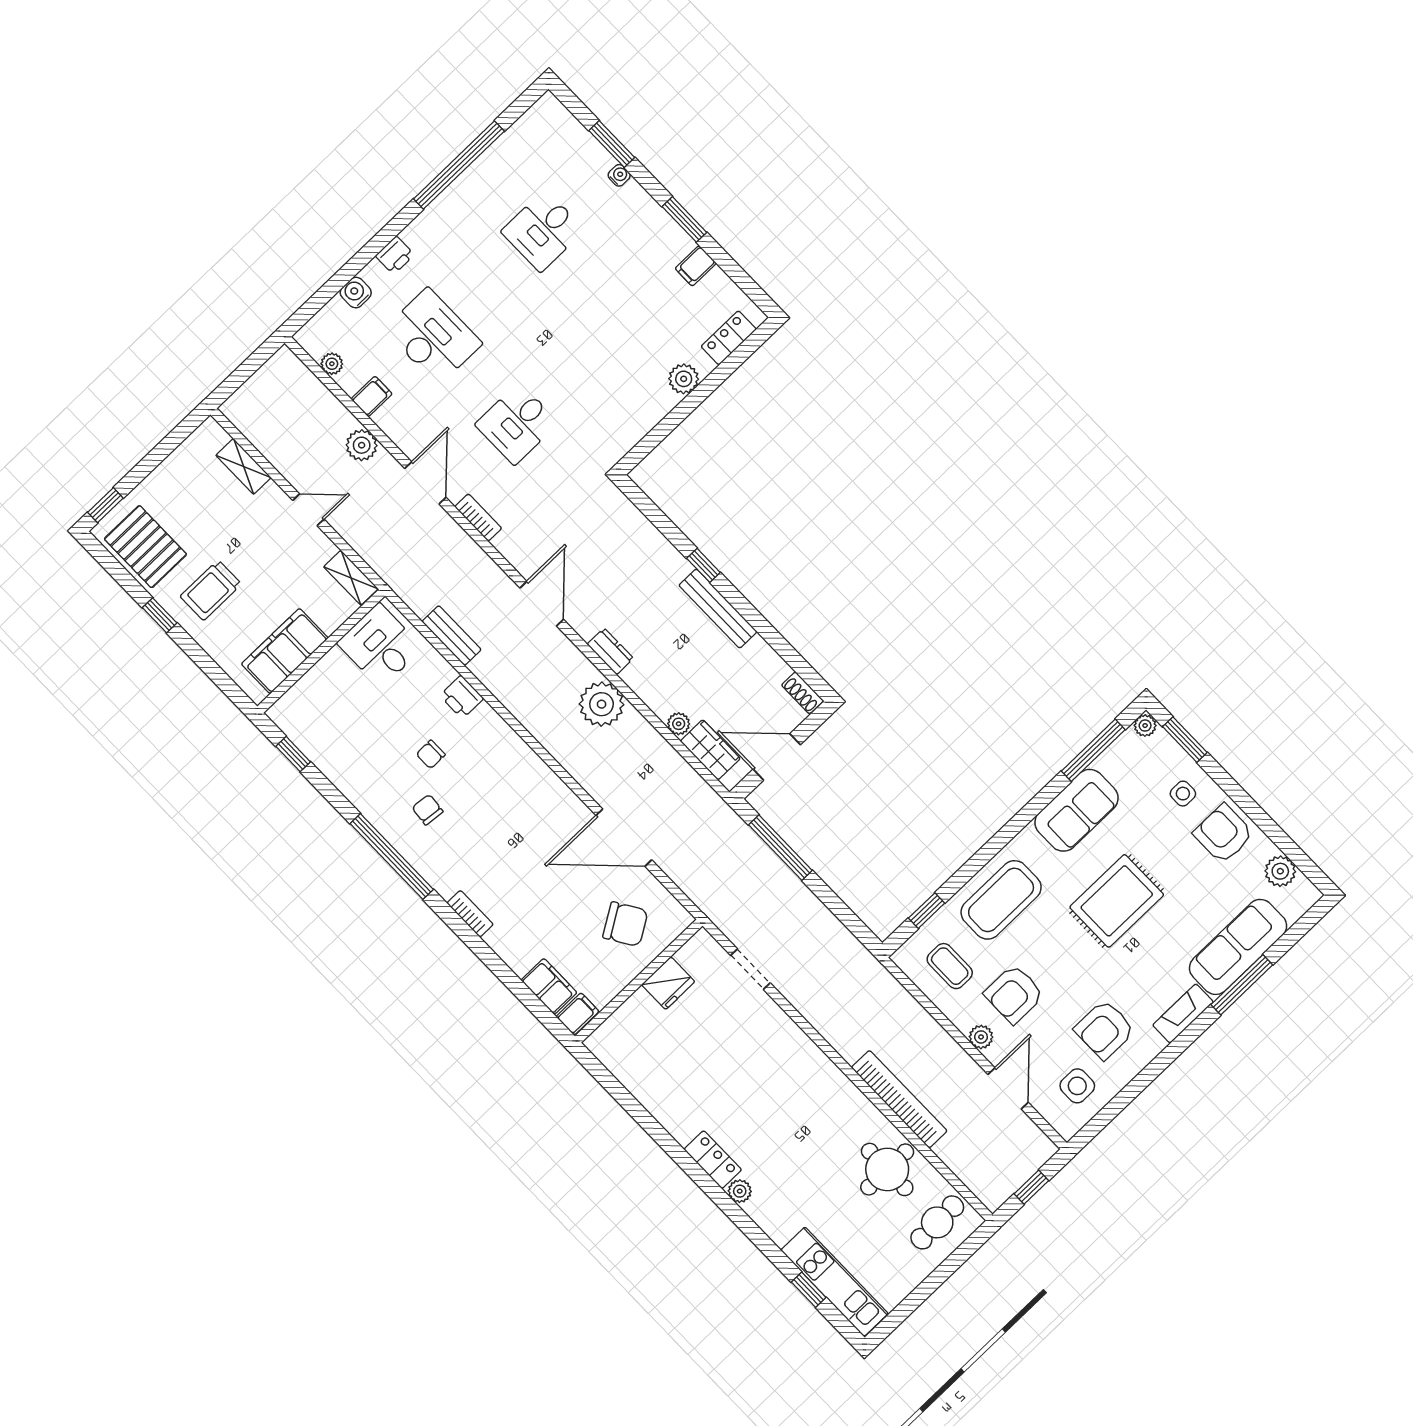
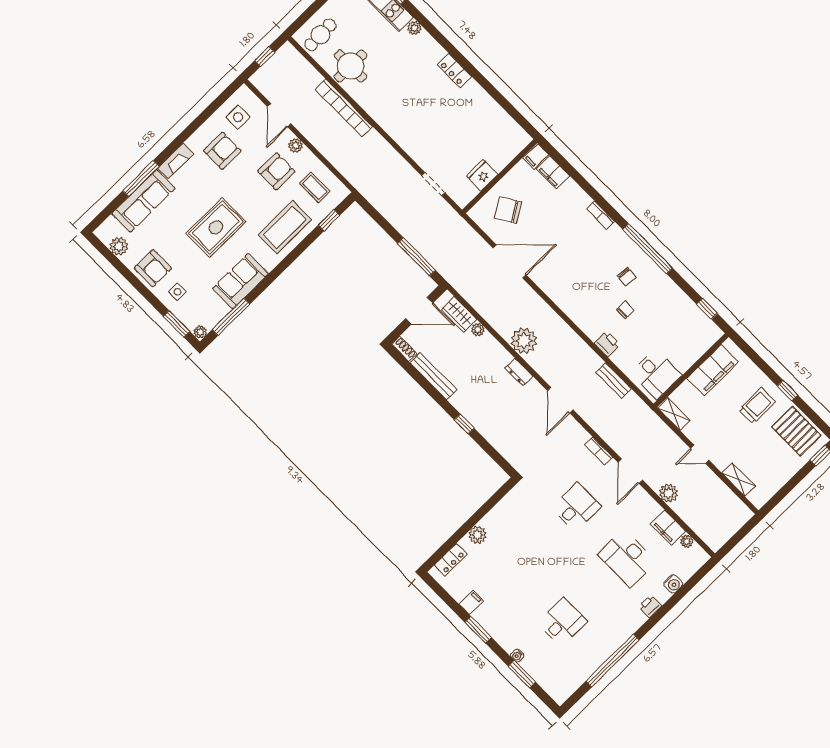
filing cabinet: (372, 396) -> (668, 528), width x2.00
bench: (718, 609) -> (433, 376), moved
plant: (740, 1191) -> (414, 28), moved

